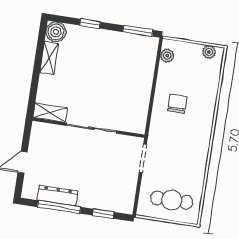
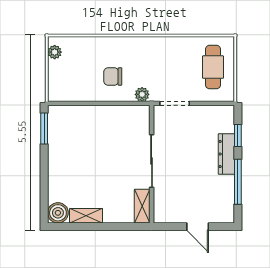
window: (90, 24) -> (44, 179), removed
plant: (167, 56) -> (142, 94), moved
dresser: (57, 195) -> (226, 154), moved

